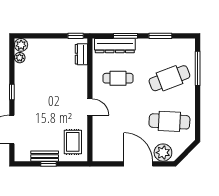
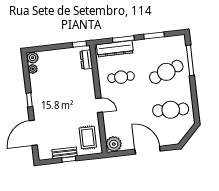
plant: (163, 153) -> (114, 144), moved

